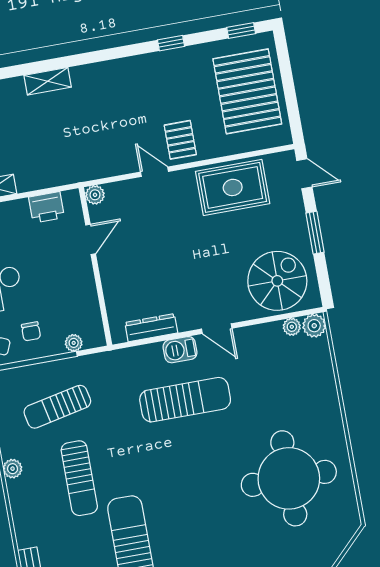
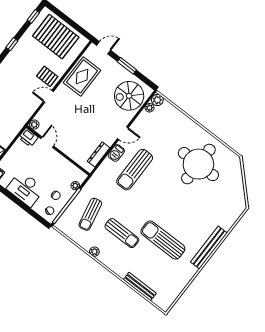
printer: (47, 207) -> (28, 137), moved, turned 90
spiral stairs: (277, 281) -> (129, 96), turned -90
sun lounger: (185, 400) -> (135, 170), turned 180

